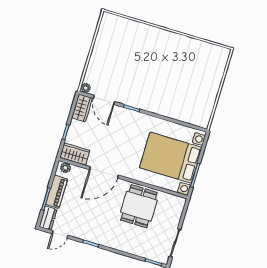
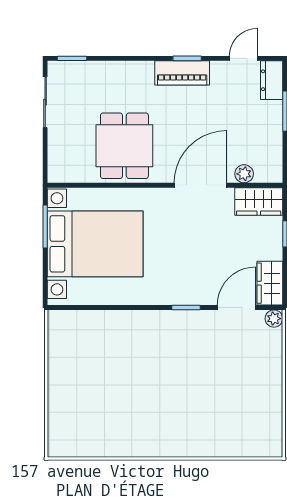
door: (104, 100) -> (237, 308), hinge flipped
plant: (65, 168) -> (244, 174), moved
piano: (57, 192) -> (182, 73), moved, turned -90

